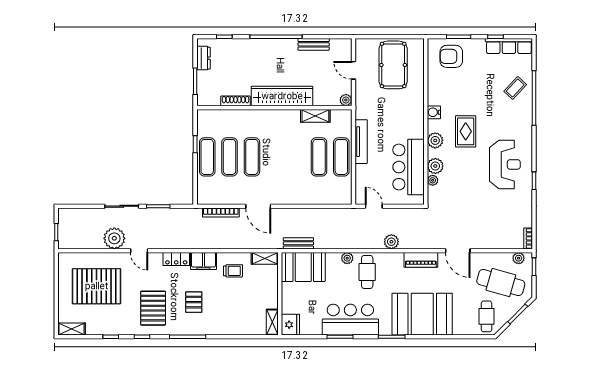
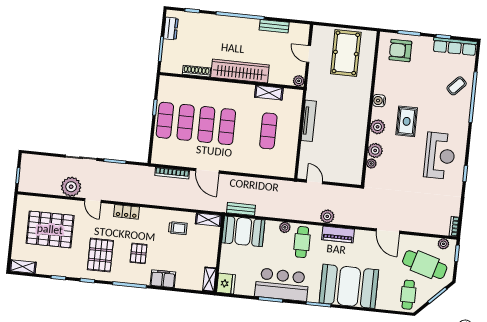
exercise mat: (341, 157) -> (227, 127), moved
bar counter: (408, 167) -> (350, 149), removed
piano: (421, 260) -> (338, 234), moved
filing cabinet: (203, 261) -> (163, 279), moved, turned 180

